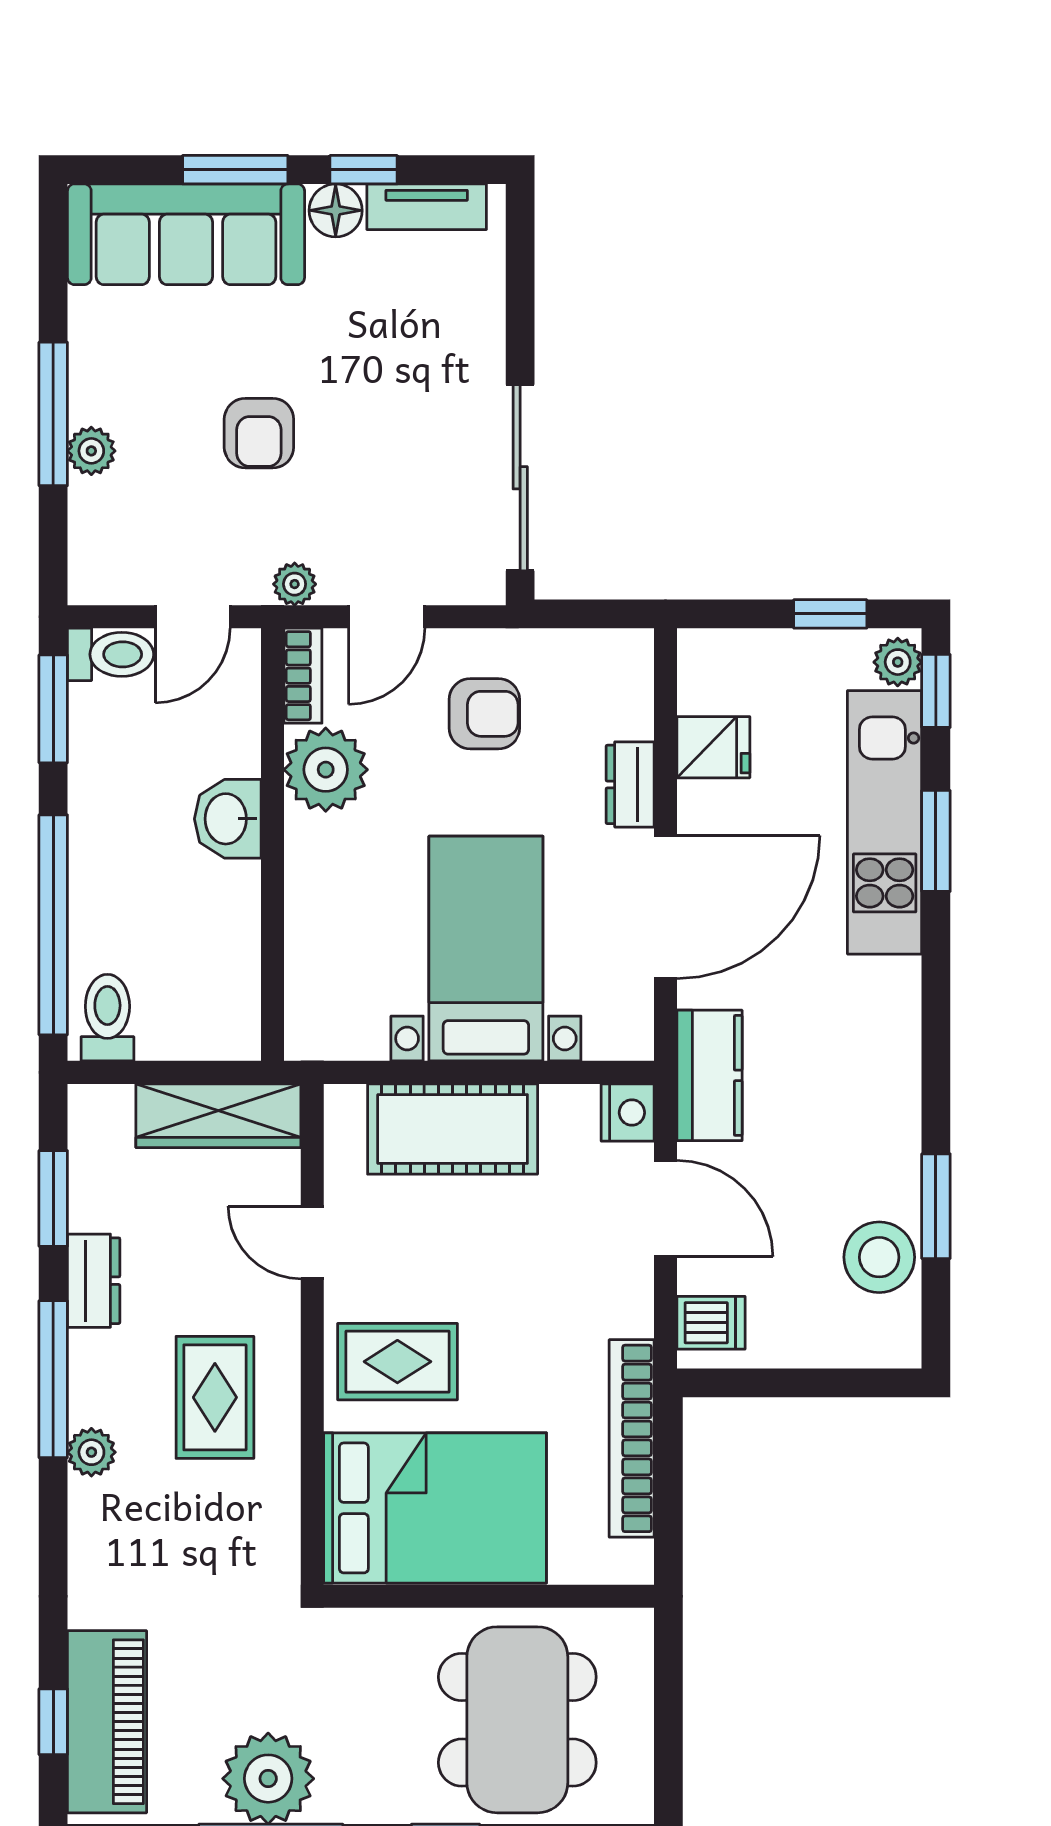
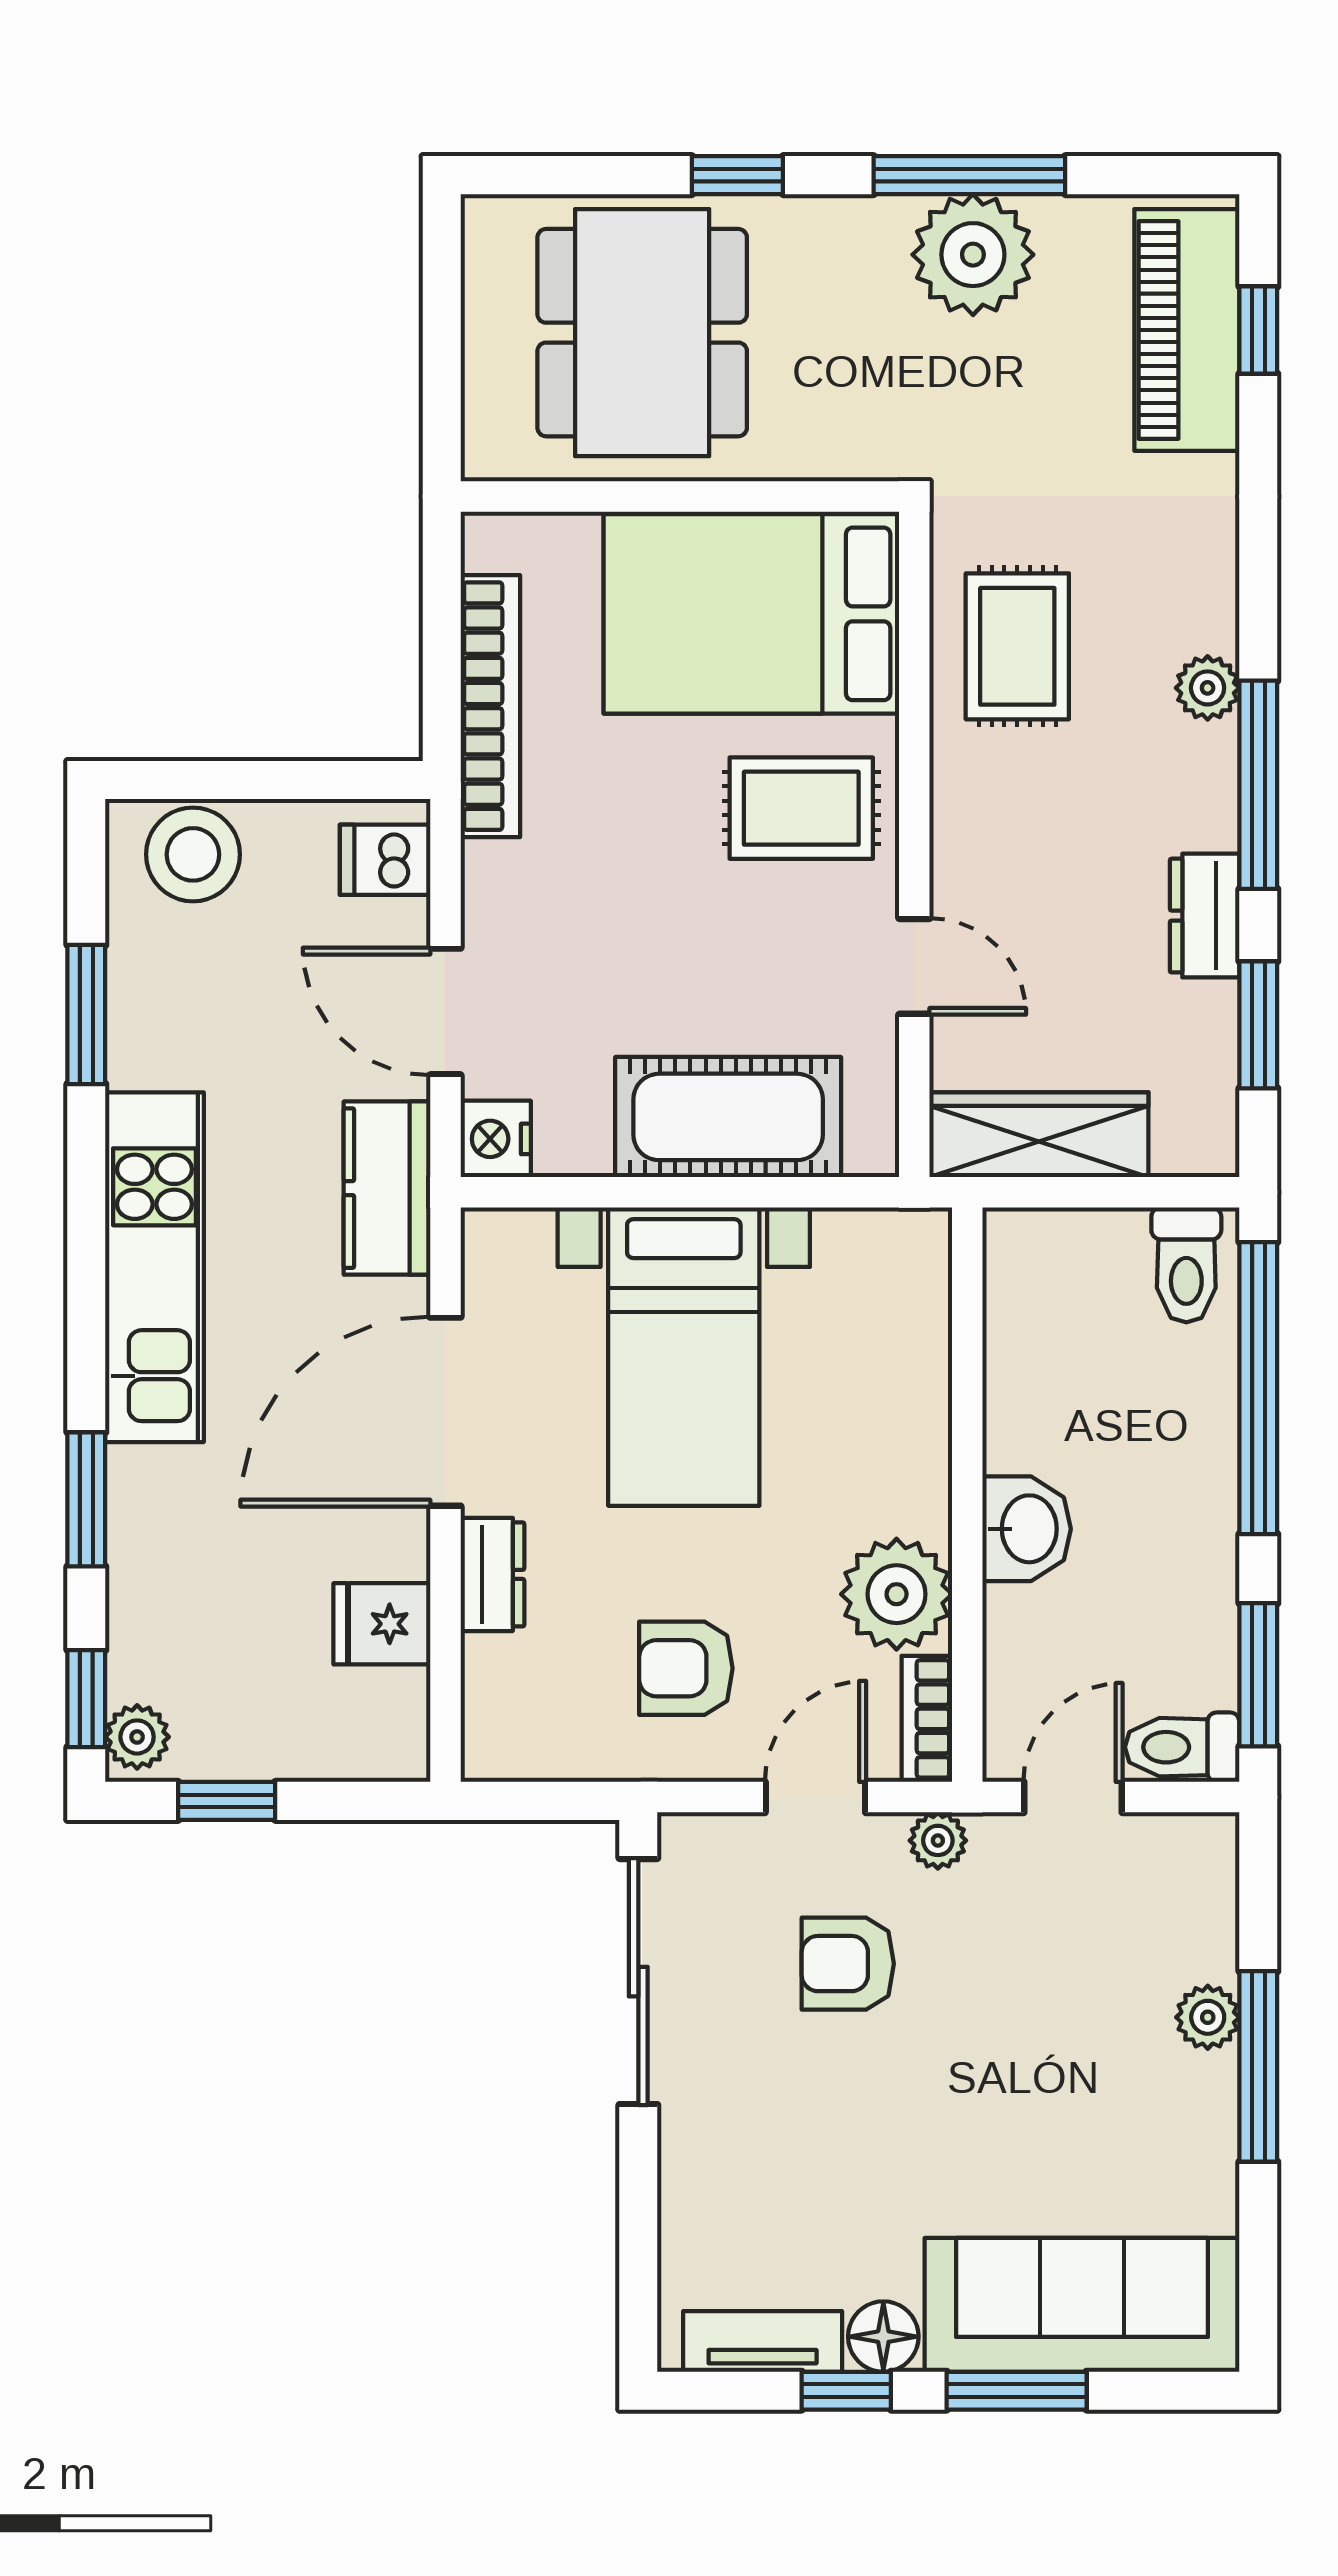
armchair: (259, 433) -> (848, 1964), moved, turned -90
kitchen unit: (885, 822) -> (154, 1267), moved
stool: (879, 1257) -> (193, 854), moved
rug: (215, 1397) -> (1017, 646), moved

